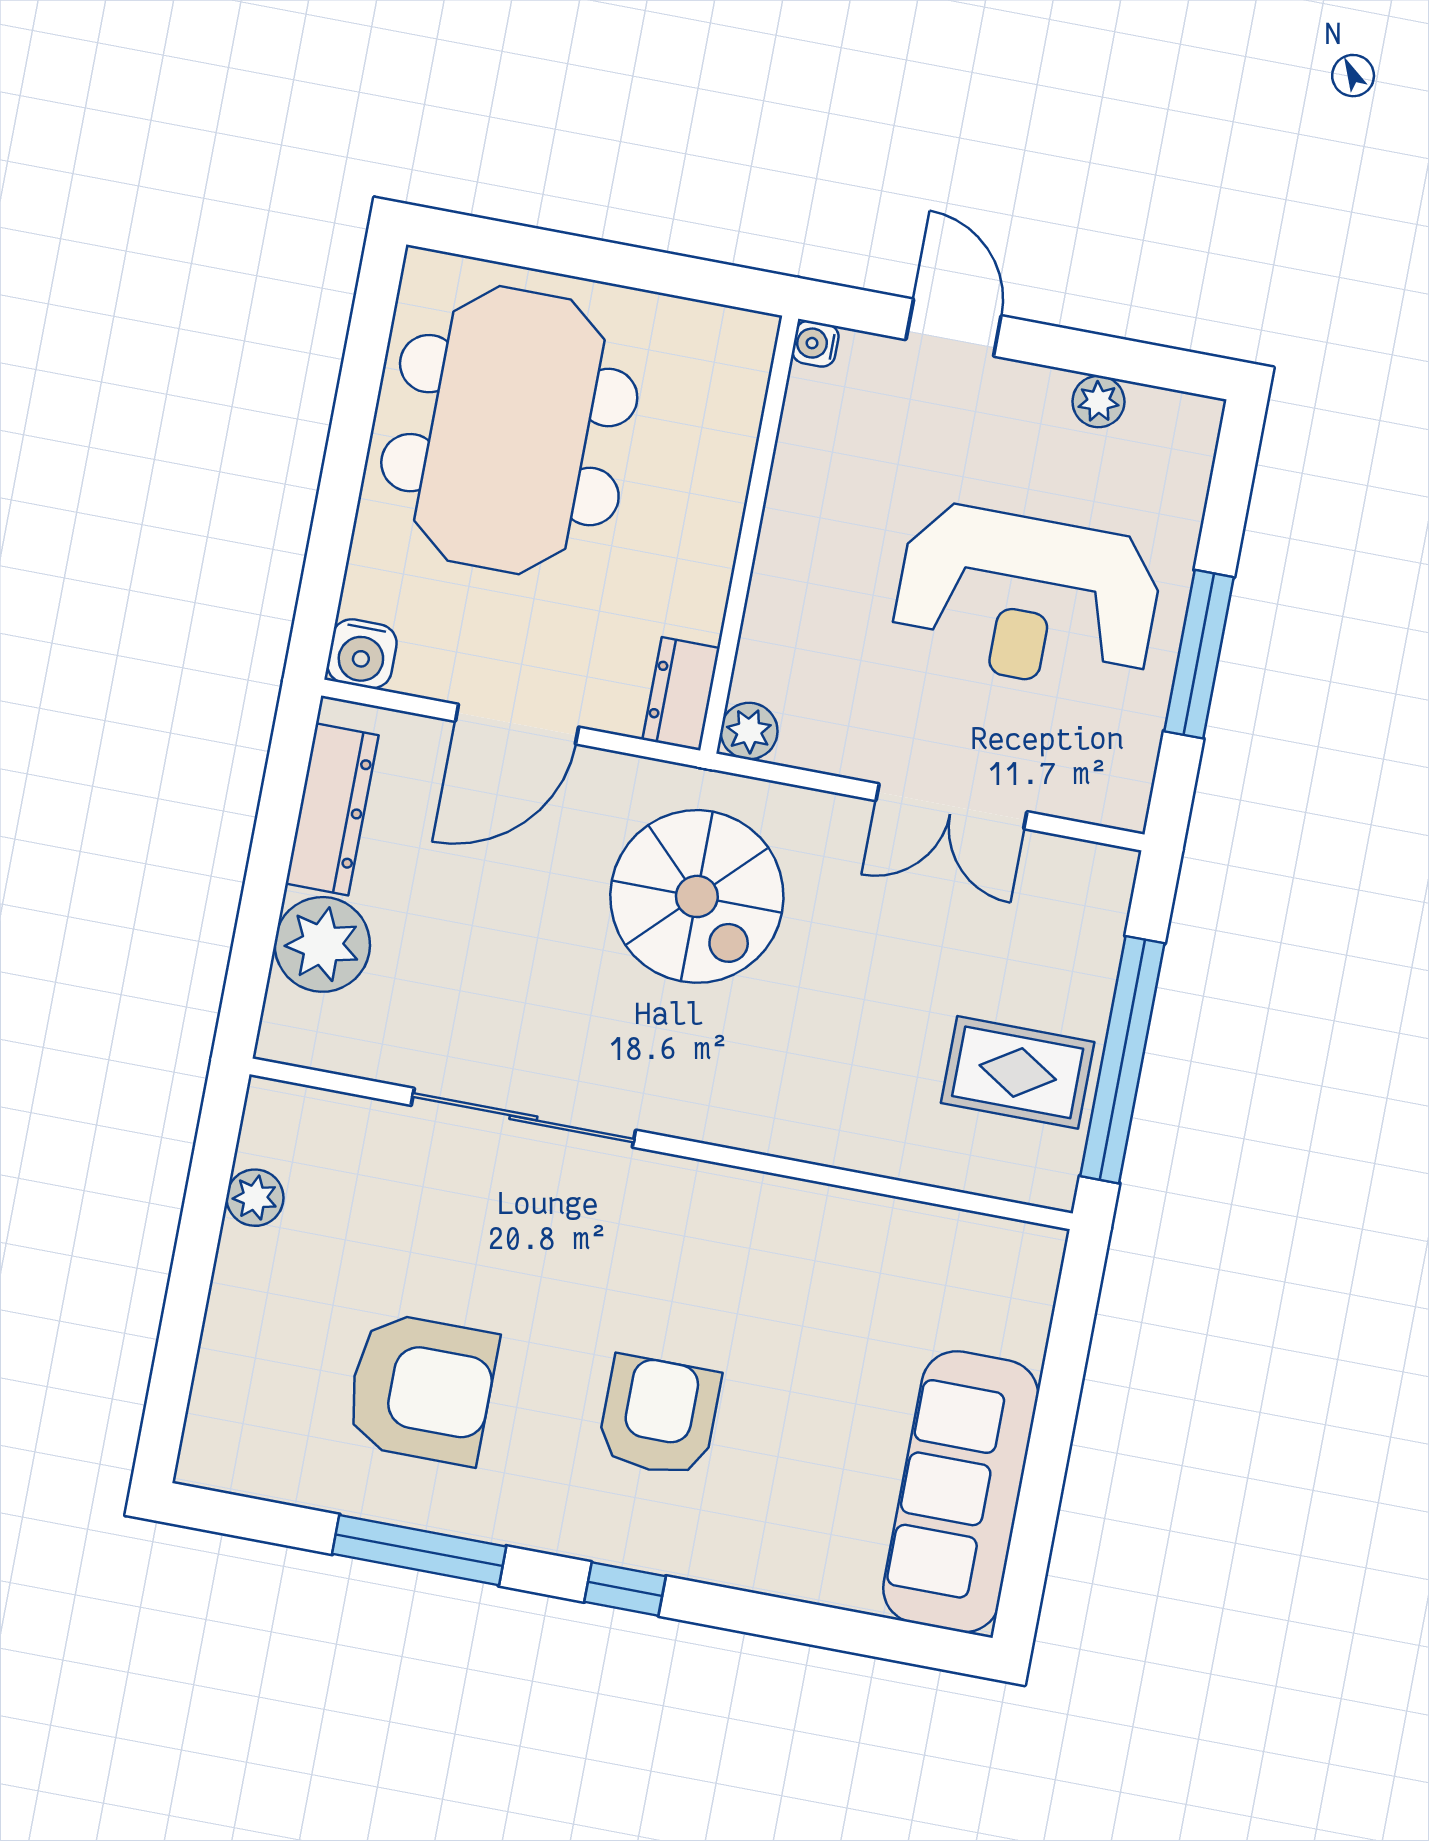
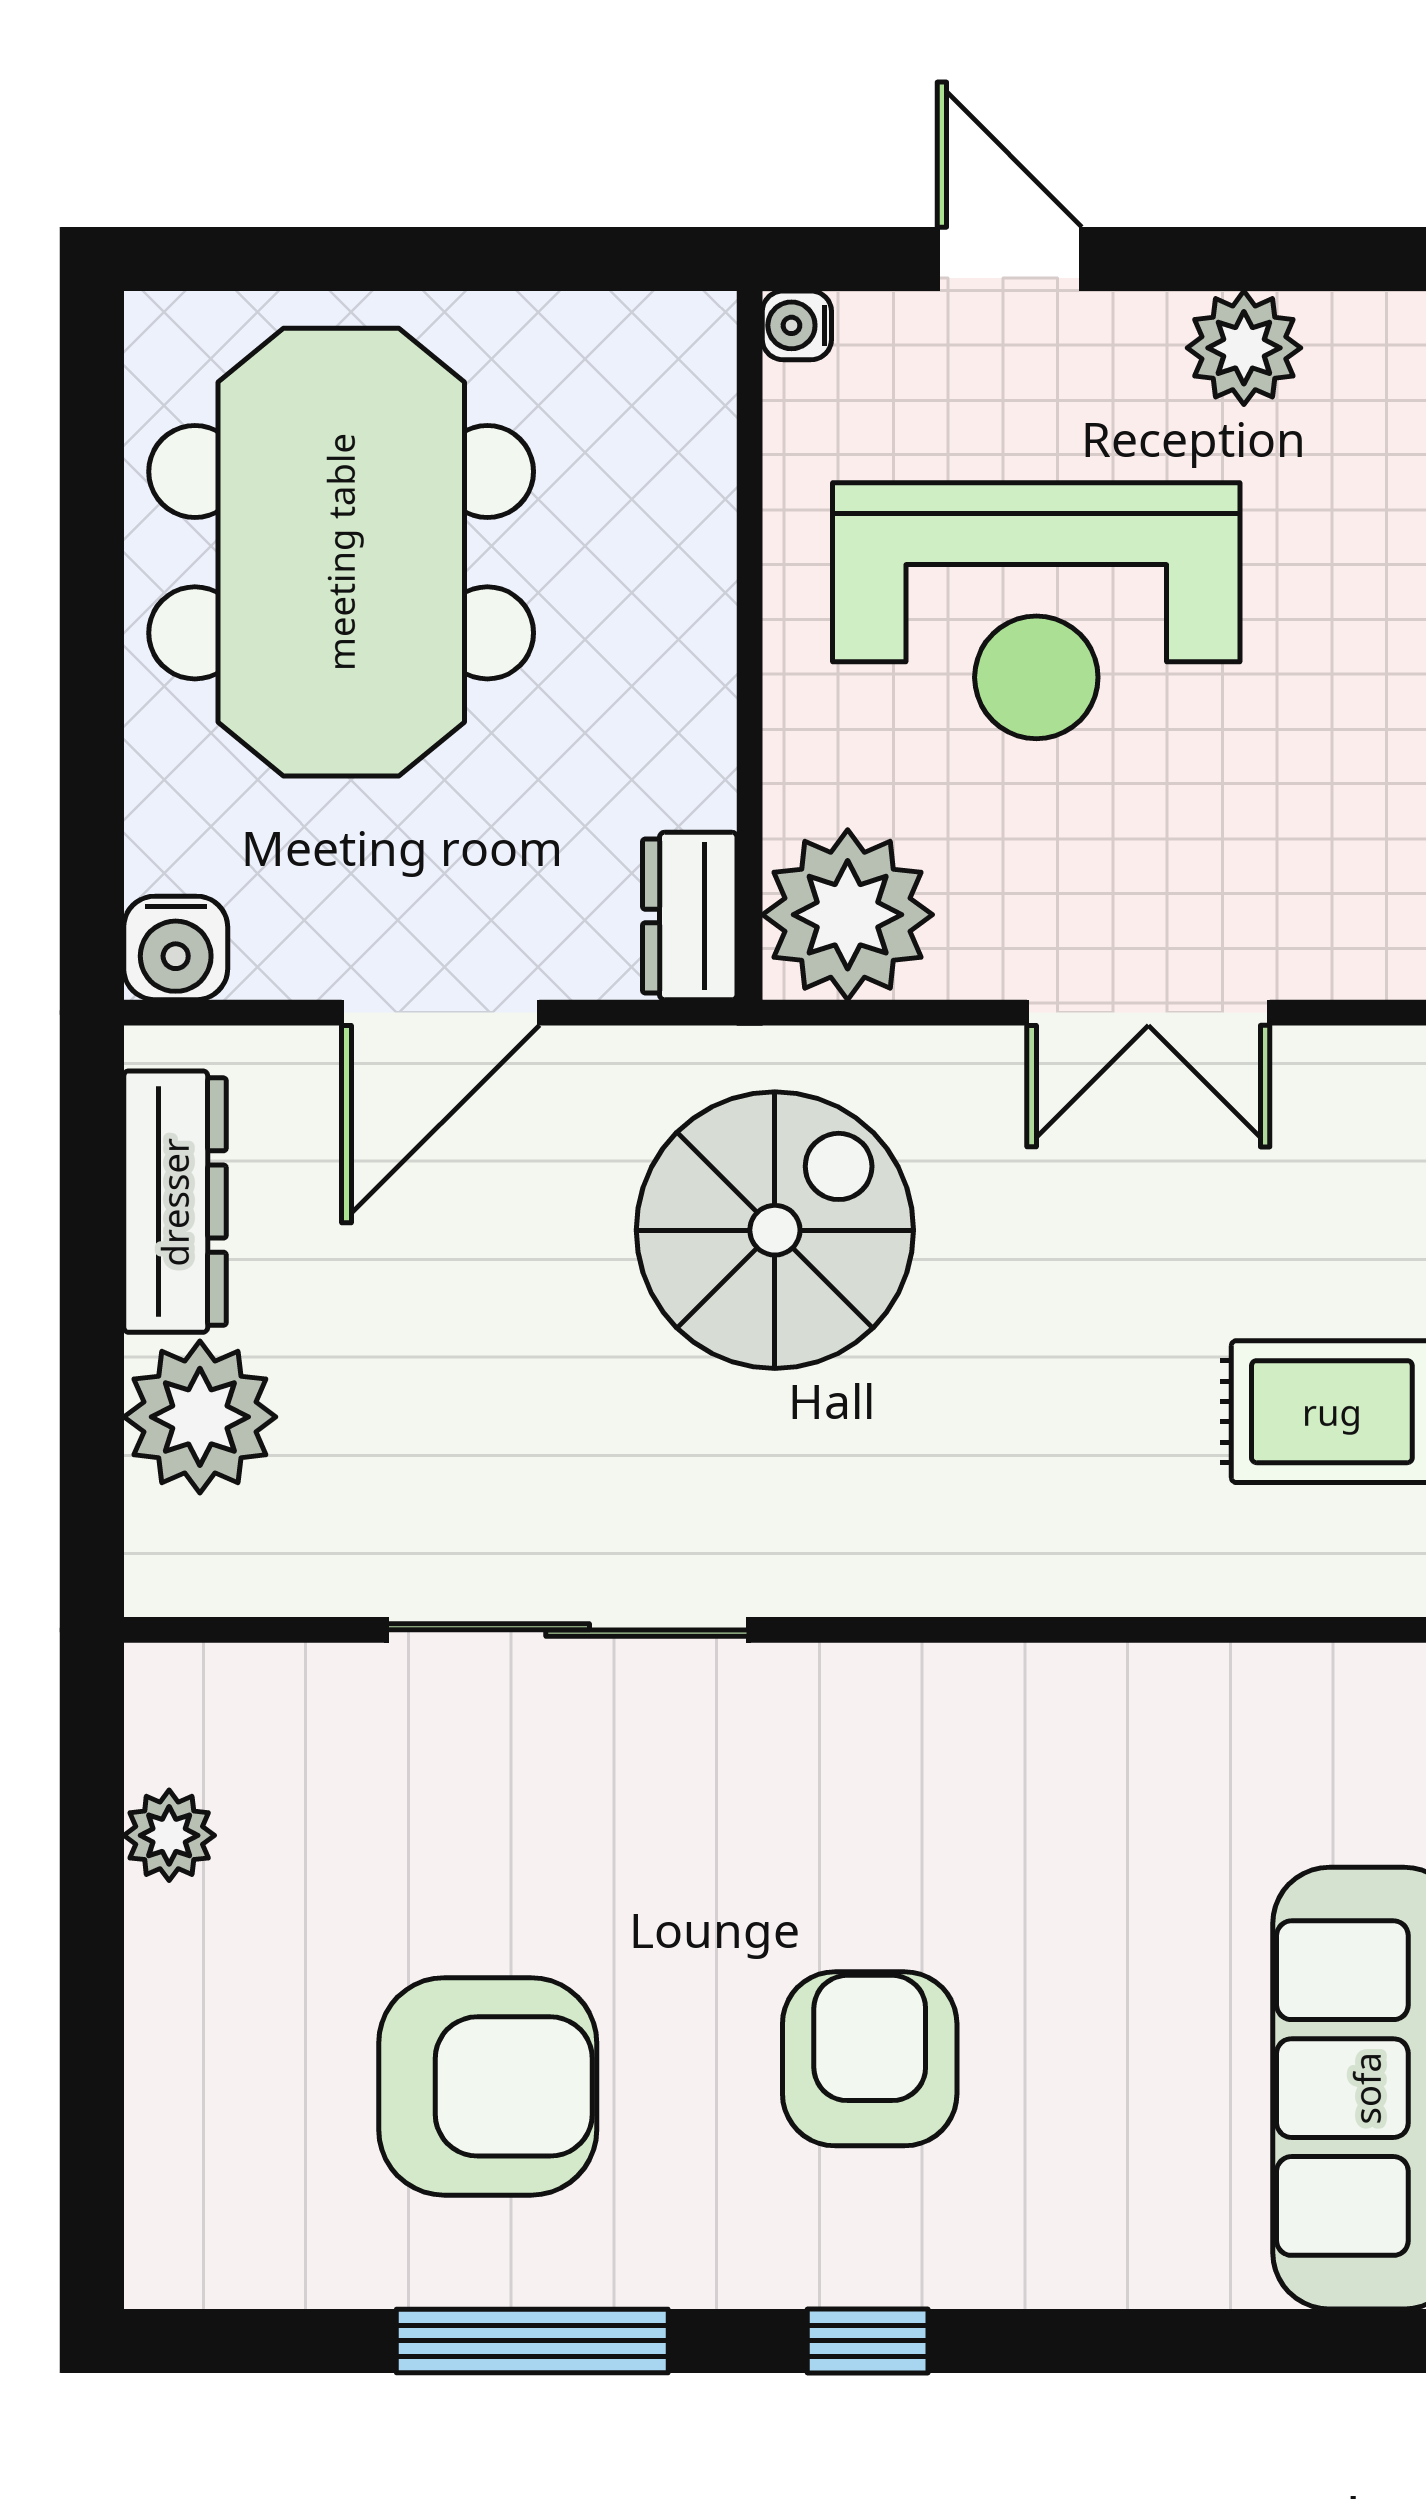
plant: (1098, 402) -> (1244, 348), width x1.38, depth x1.38
reception desk: (1027, 598) -> (1036, 611), moved
plant: (749, 731) -> (848, 915), width x1.87, depth x1.87
spiral stairs: (697, 896) -> (775, 1230), turned -90

